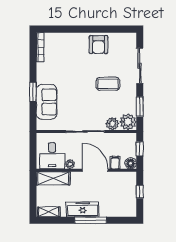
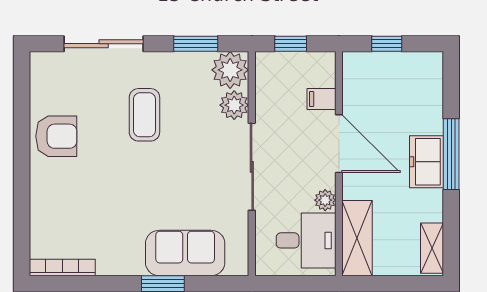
floor lamp: (131, 163) -> (323, 64), removed
door: (95, 170) -> (339, 144), swing flipped
freezer: (83, 209) -> (427, 162), width x0.71

